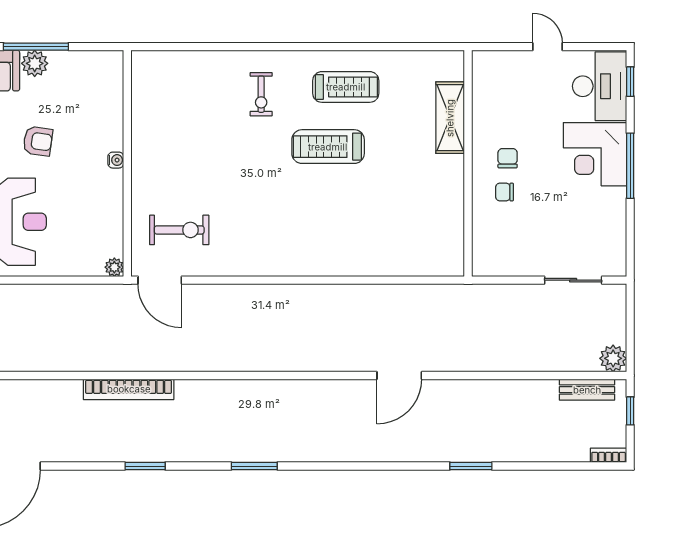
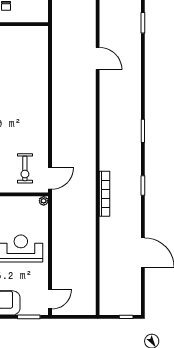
exercise bike: (179, 230) -> (25, 168), turned 180

